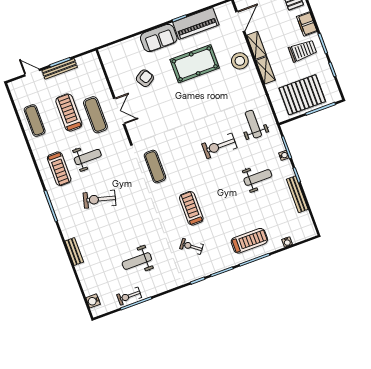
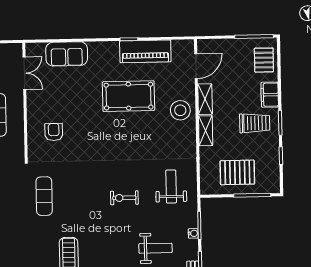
sofa: (159, 38) -> (67, 54), moved
armchair: (145, 78) -> (54, 132), moved, turned -58
pallet: (302, 95) -> (237, 172), width x0.73, depth x0.71
double door: (119, 111) -> (24, 73), moved
exercise bike: (219, 146) -> (124, 198), width x0.73, depth x0.72

